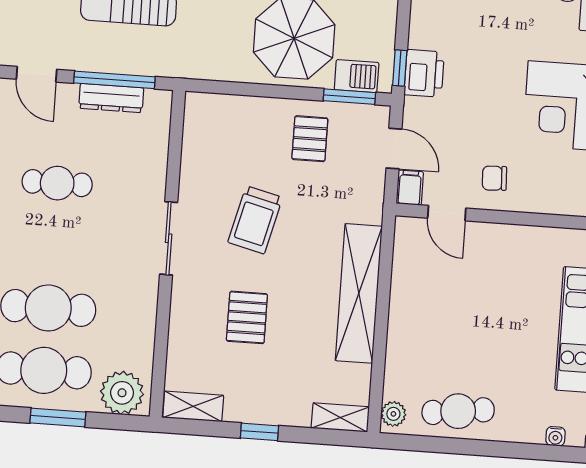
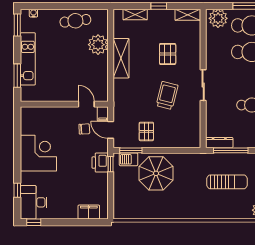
dresser: (111, 98) -> (219, 143), moved
chair: (494, 178) -> (84, 129), moved
shelving: (359, 293) -> (121, 58), width x0.68
plant: (393, 414) -> (98, 45), moved, width x1.88, depth x1.88
shelving: (340, 417) -> (135, 15), moved

